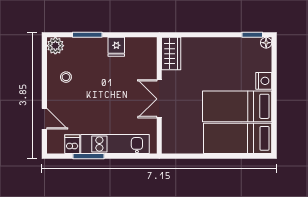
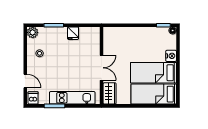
wardrobe: (171, 54) -> (110, 93), moved
double door: (159, 99) -> (102, 68), swing flipped
dishwasher: (72, 144) -> (33, 98), moved

